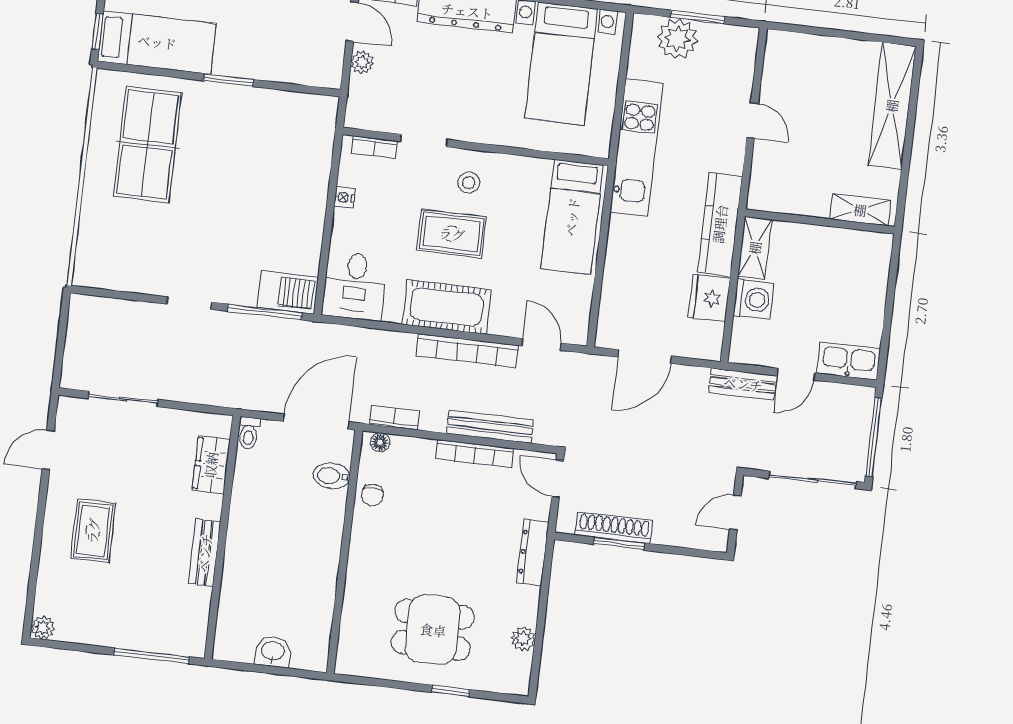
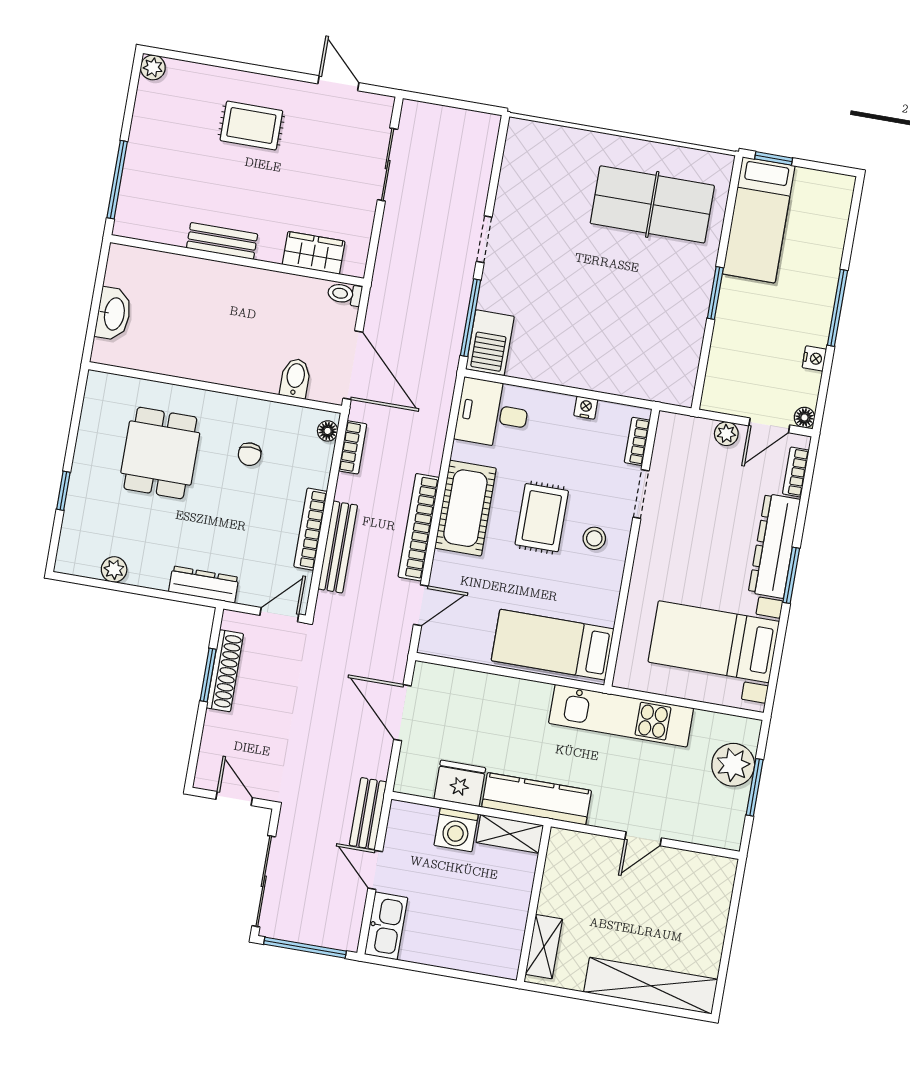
chair: (372, 495) -> (250, 454), moved, turned -90
dining table: (433, 630) -> (160, 453), moved
washbasin: (273, 652) -> (113, 314), width x1.38

